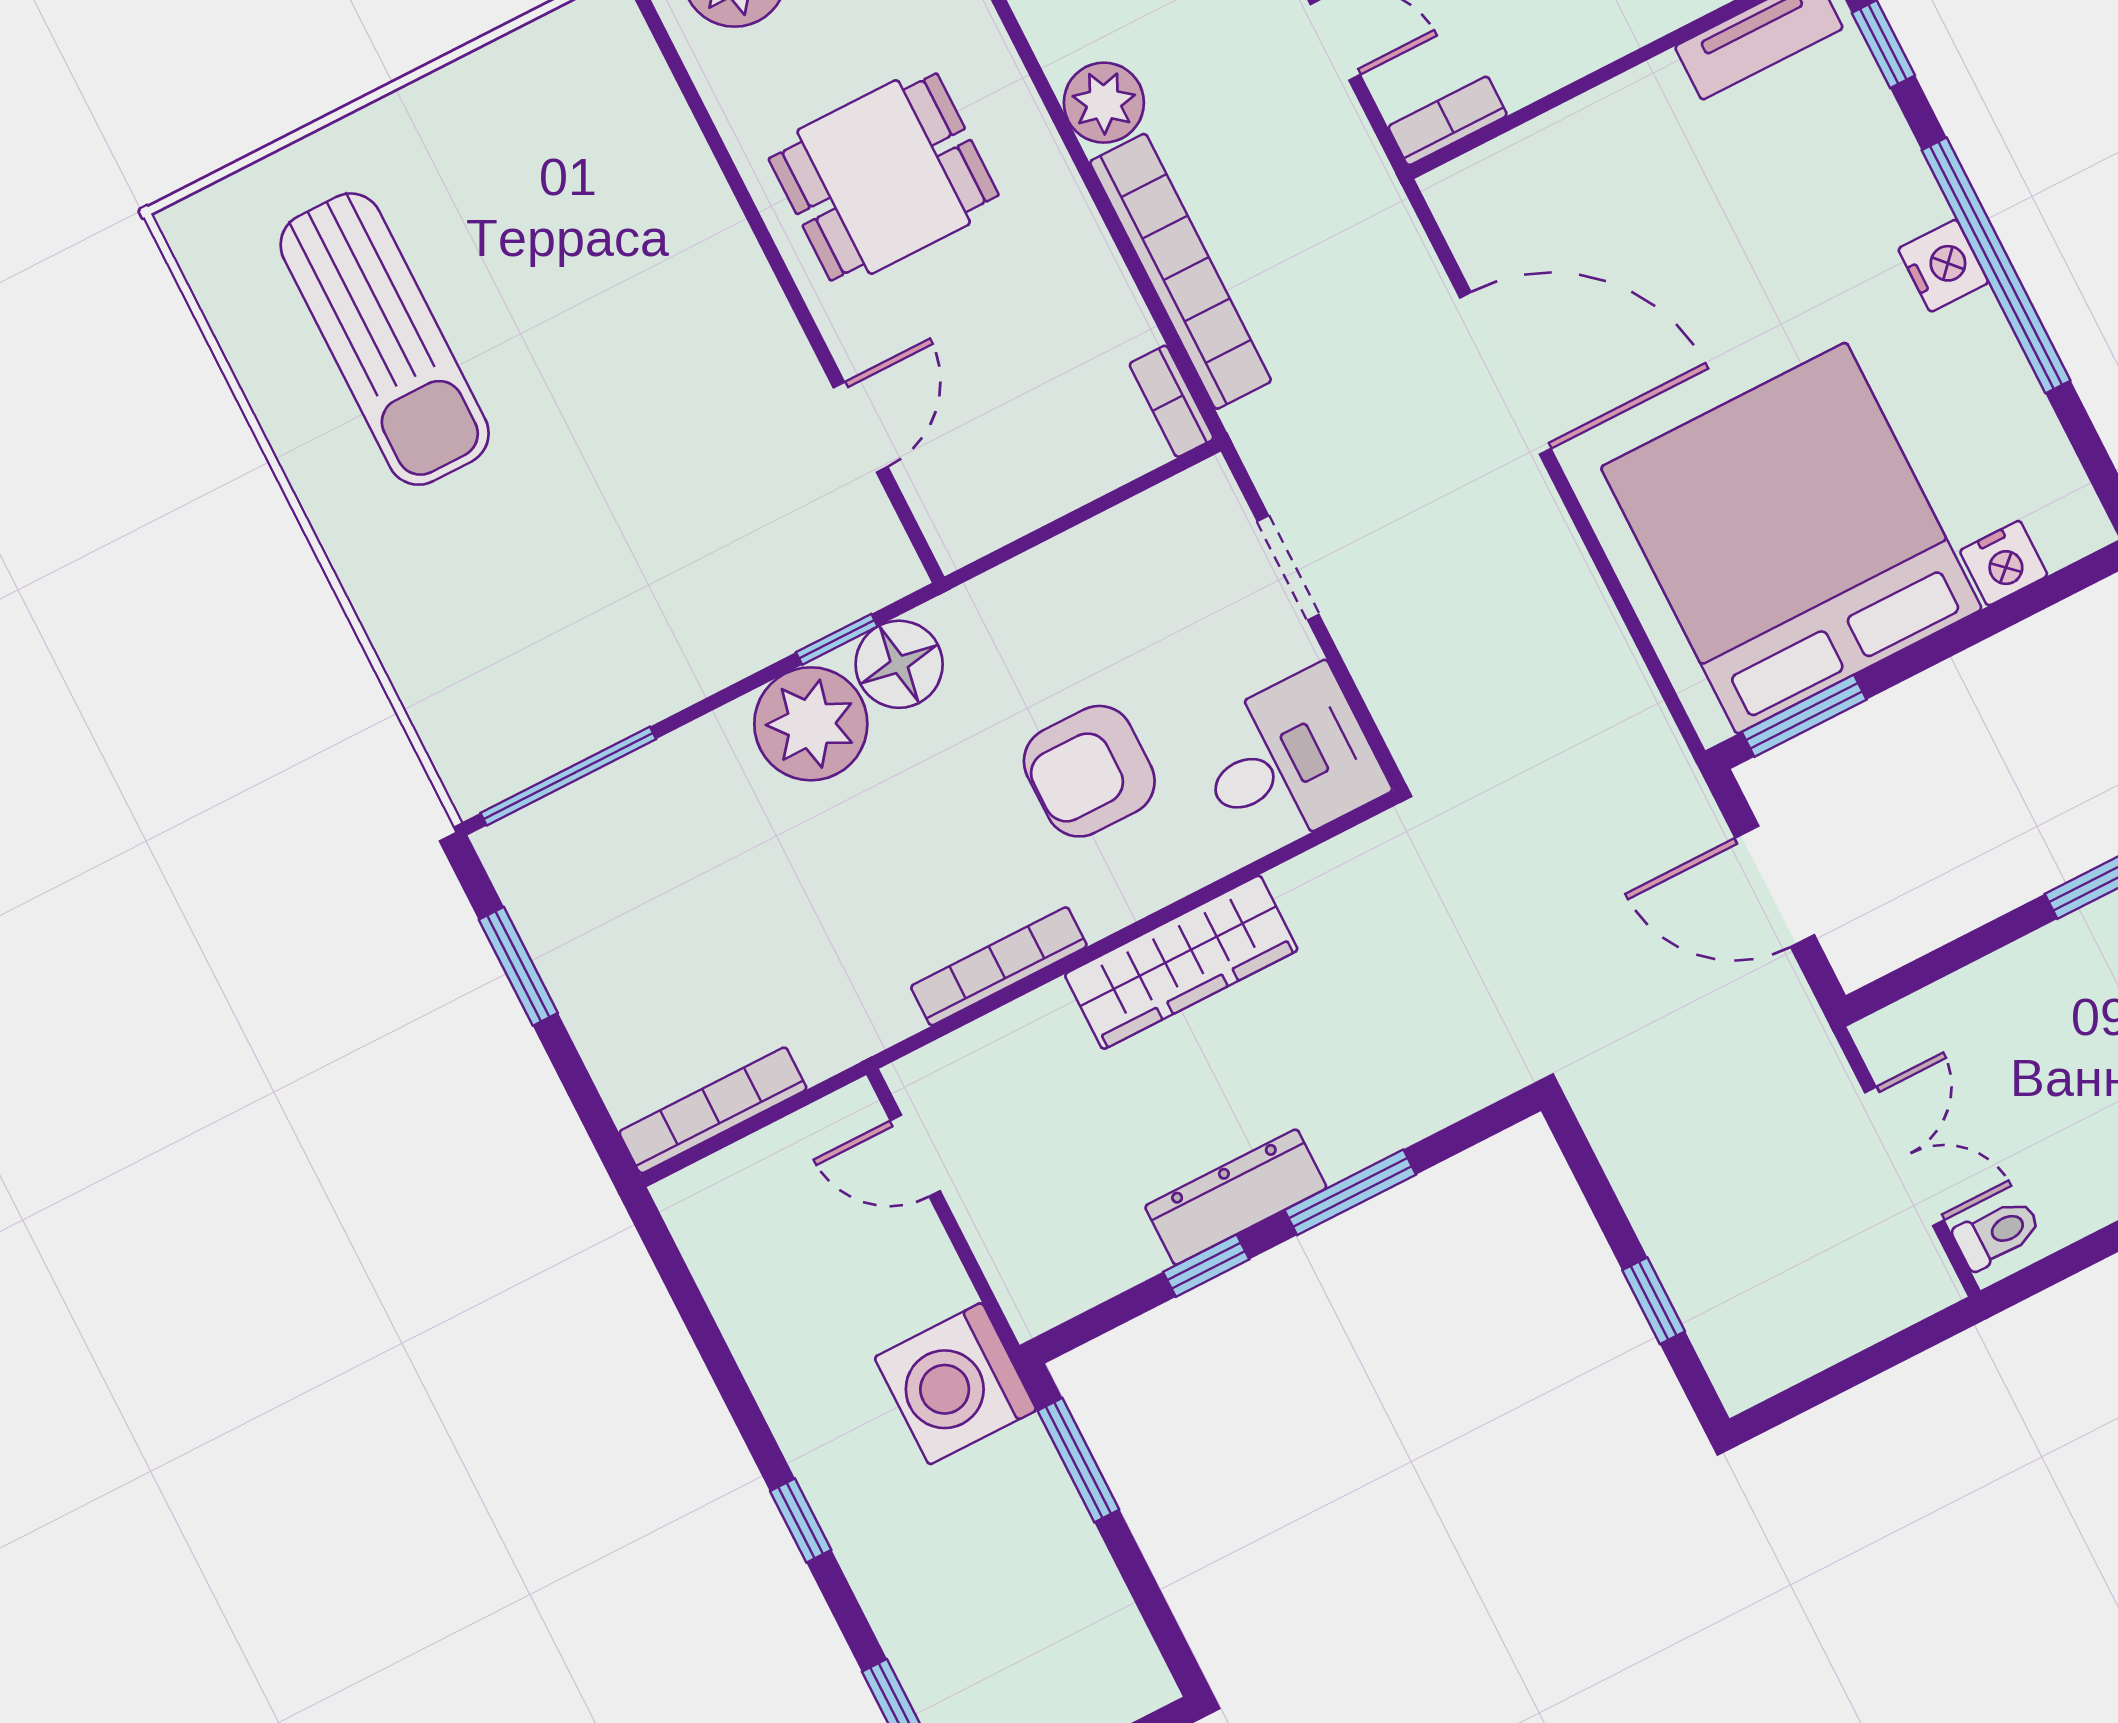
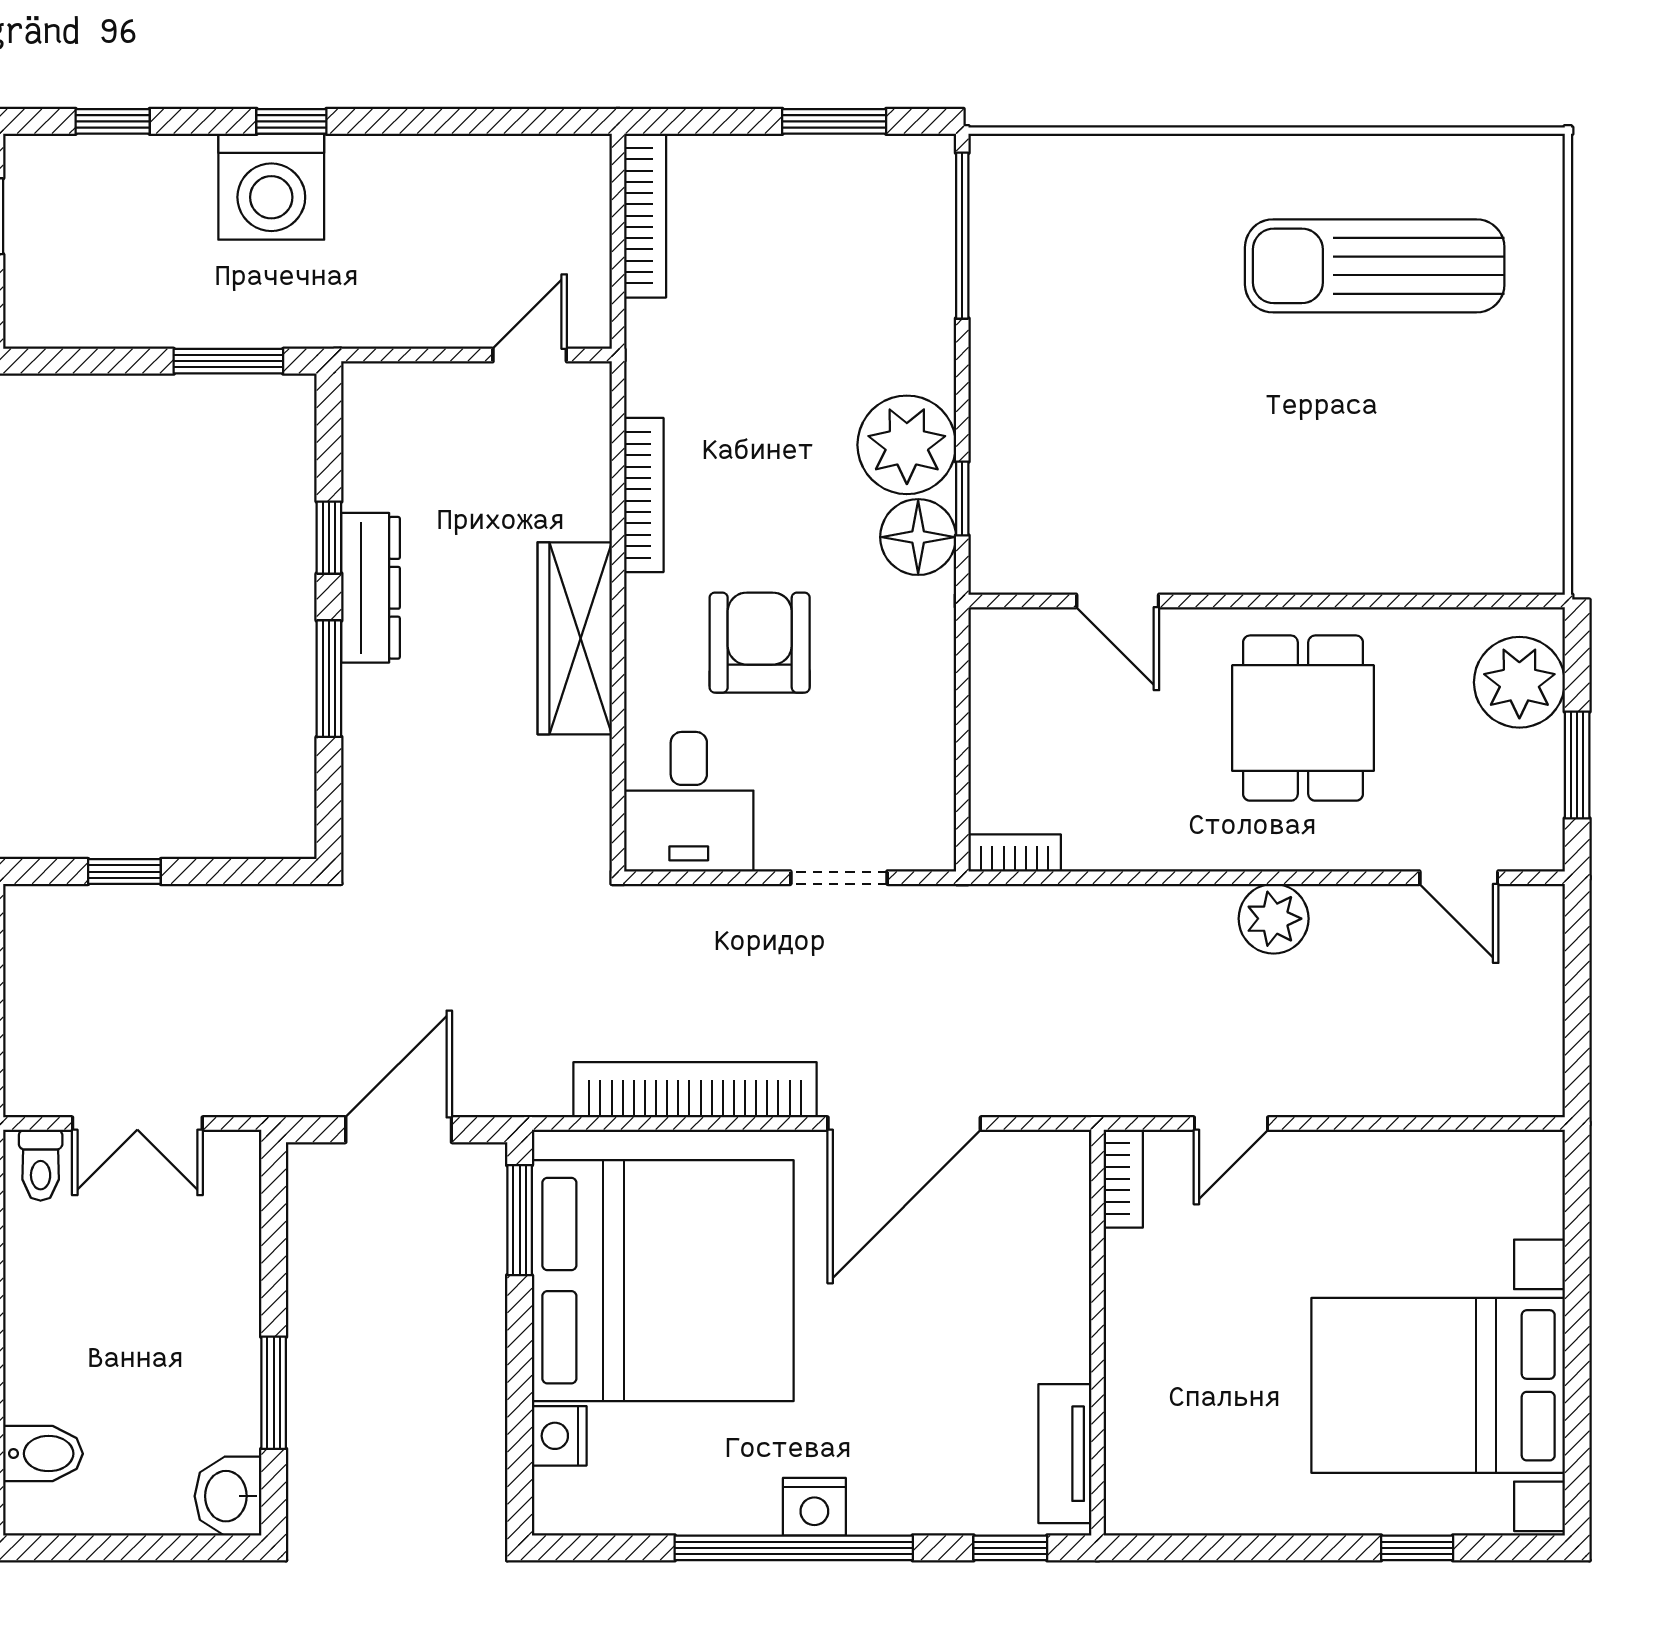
bookcase: (1180, 271) -> (695, 1090), moved, turned 180
washing machine: (955, 1384) -> (271, 187), moved, turned 180

